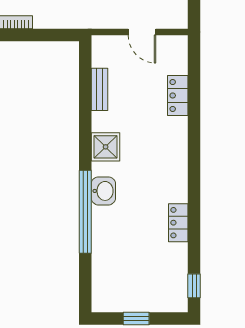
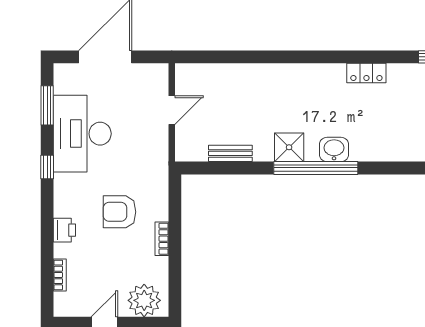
locker: (178, 95) -> (237, 74), removed
window: (85, 212) -> (316, 168), moved

